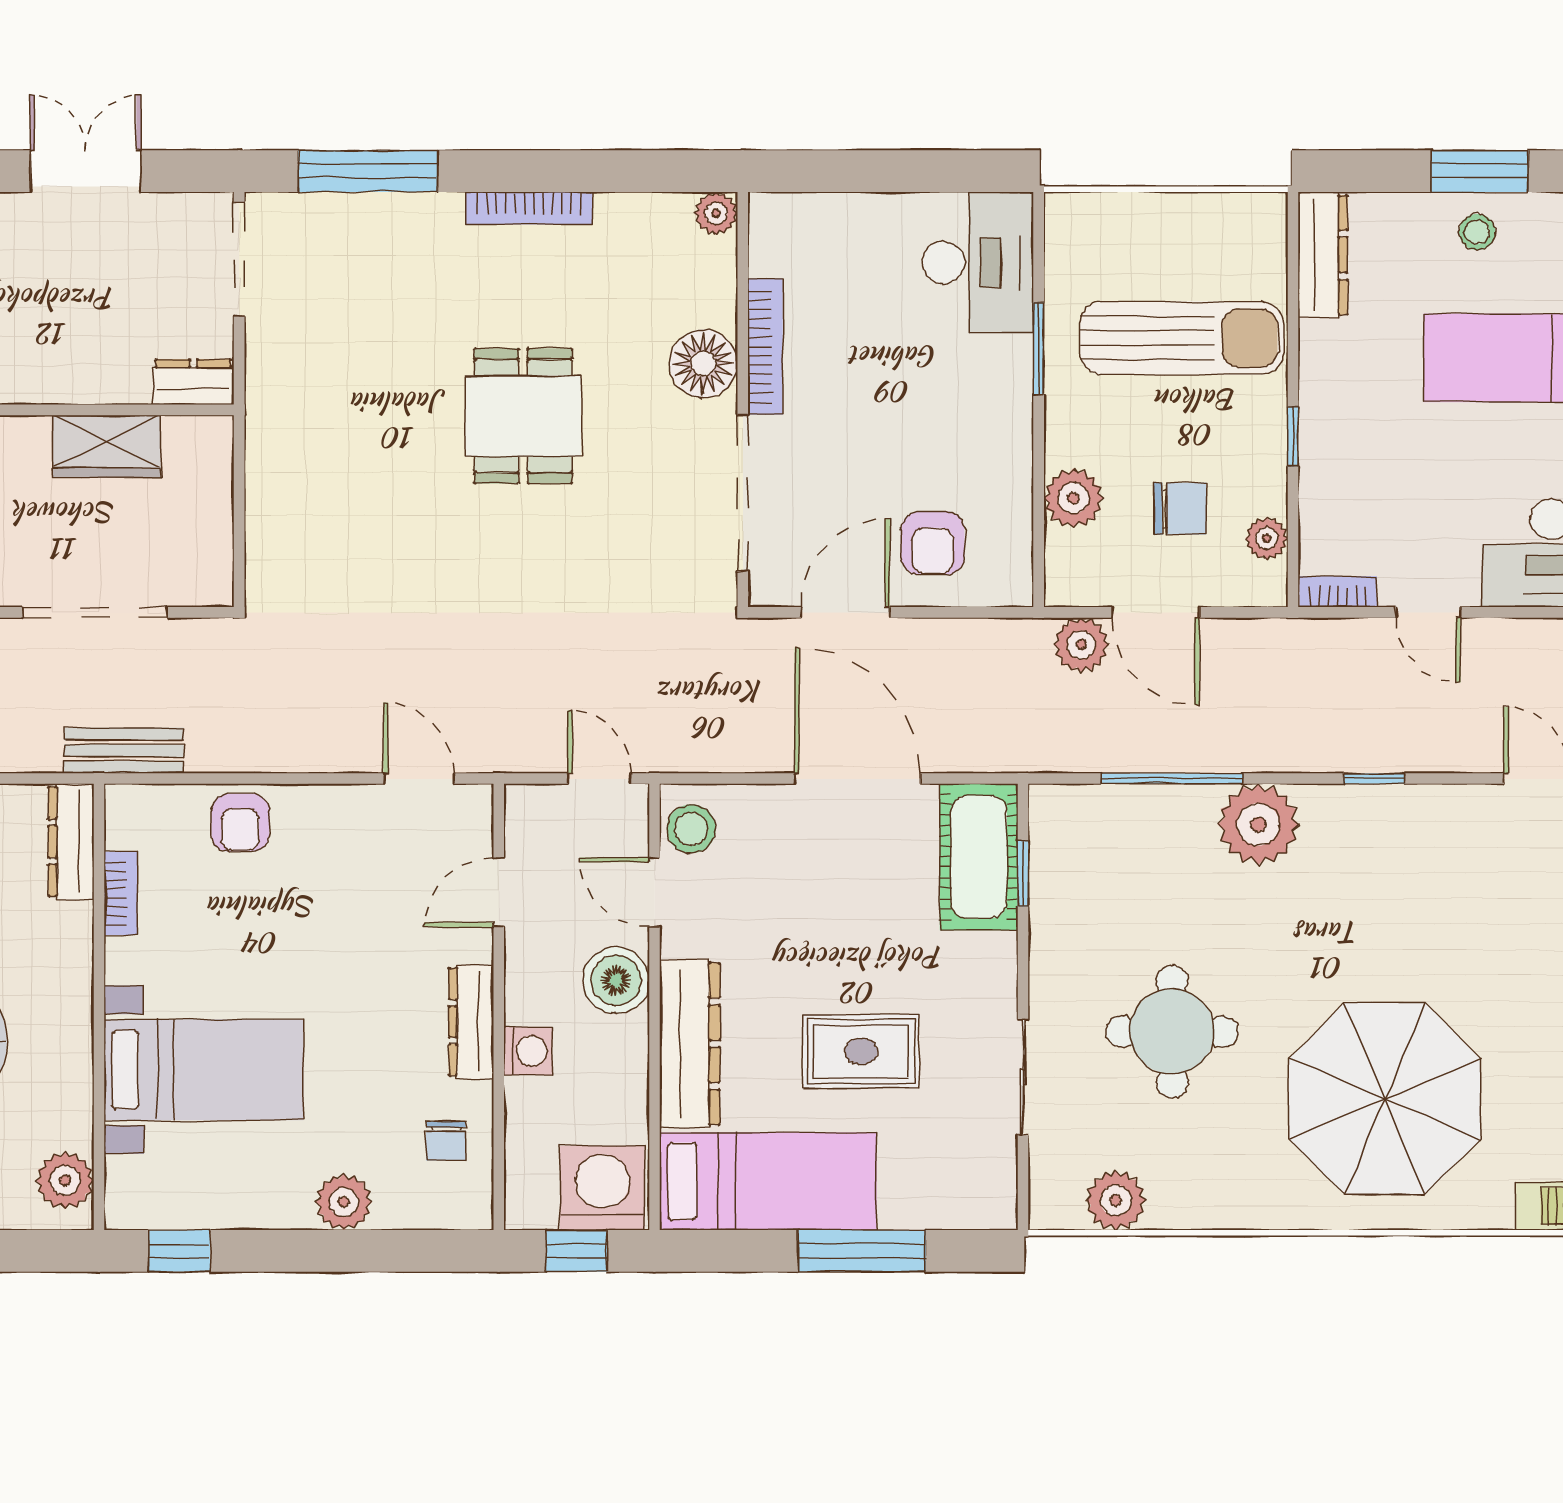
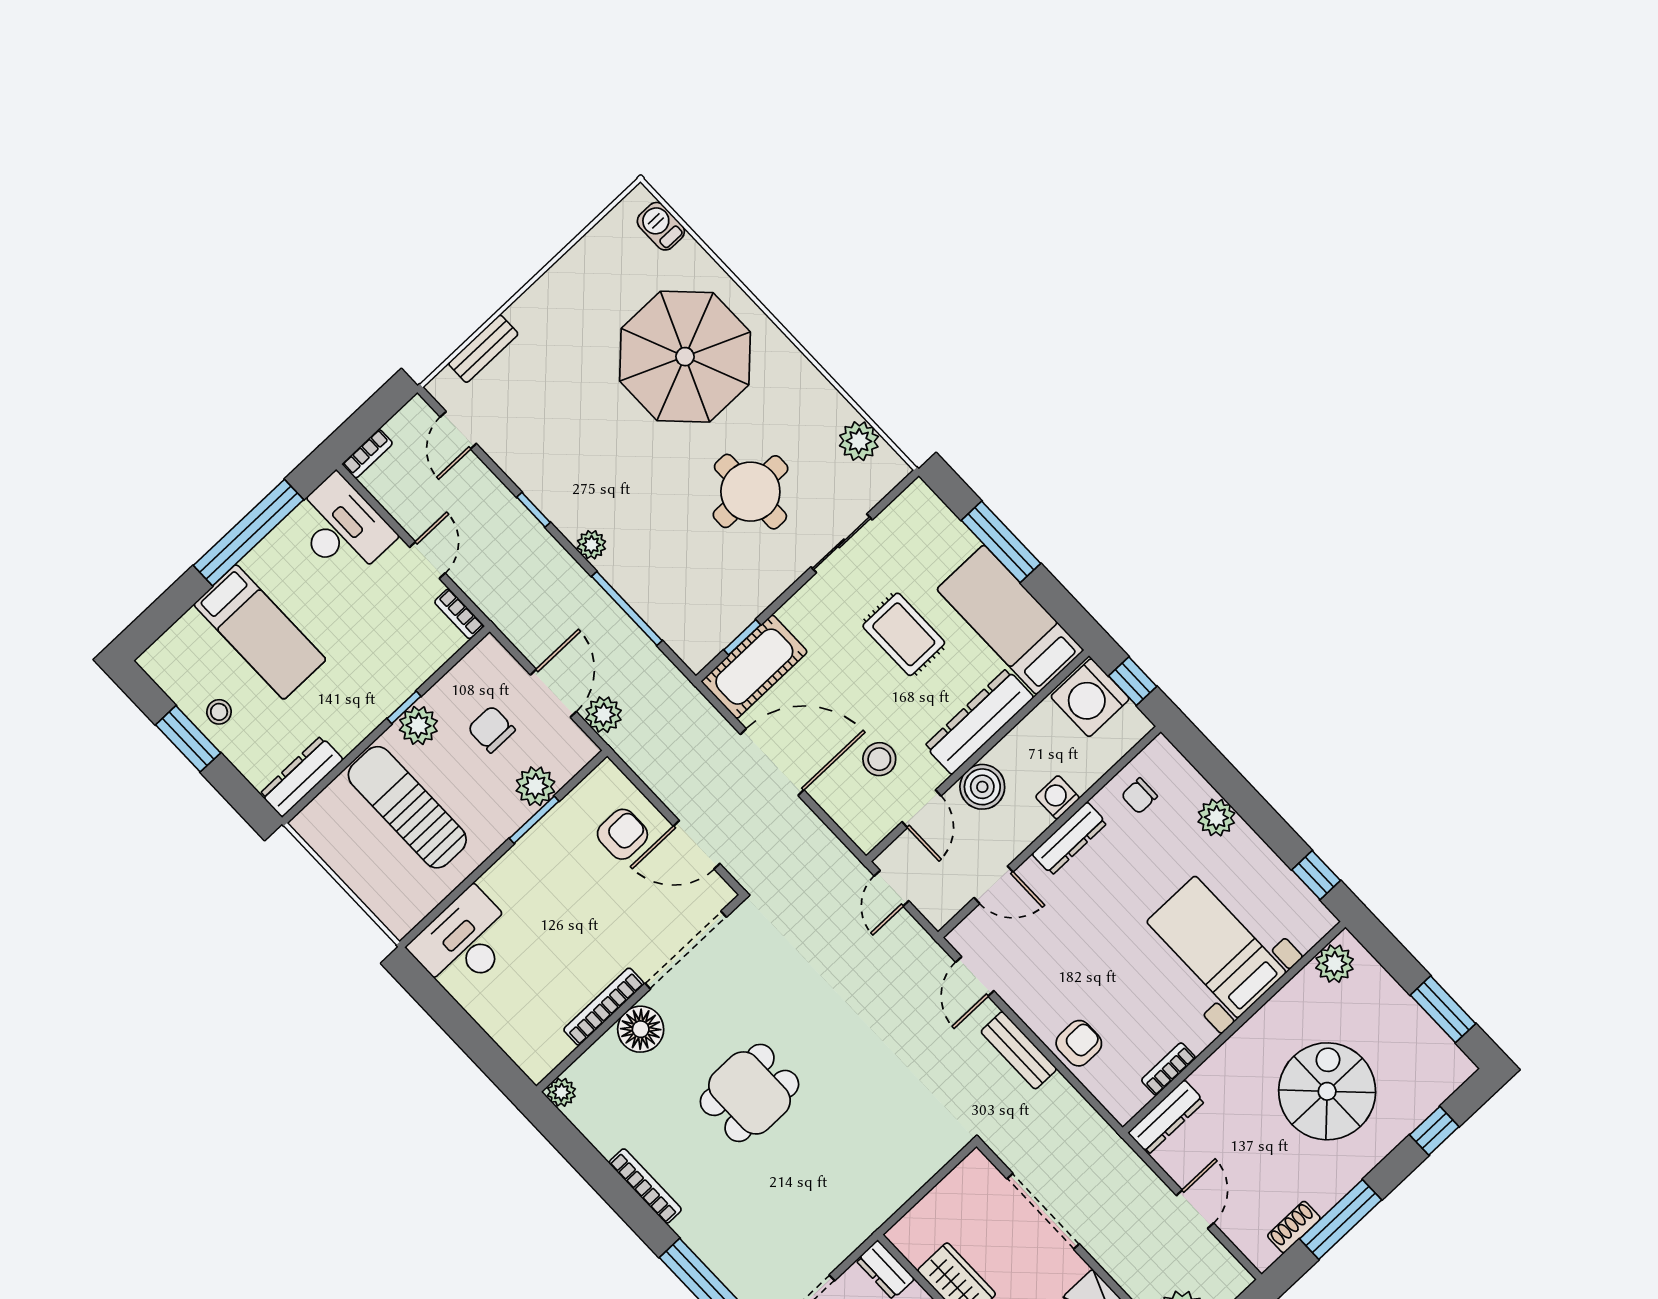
window: (1039, 348) -> (534, 820), moved
plant: (1267, 538) -> (418, 726), moved, width x1.38, depth x1.38
bench: (124, 750) -> (1019, 1050), moved
door: (858, 779) -> (772, 762), swing flipped
plant: (1258, 824) -> (591, 545), width x0.53, depth x0.53
stool: (691, 829) -> (879, 759), moved
chair: (446, 1141) -> (1139, 796), turned 180

